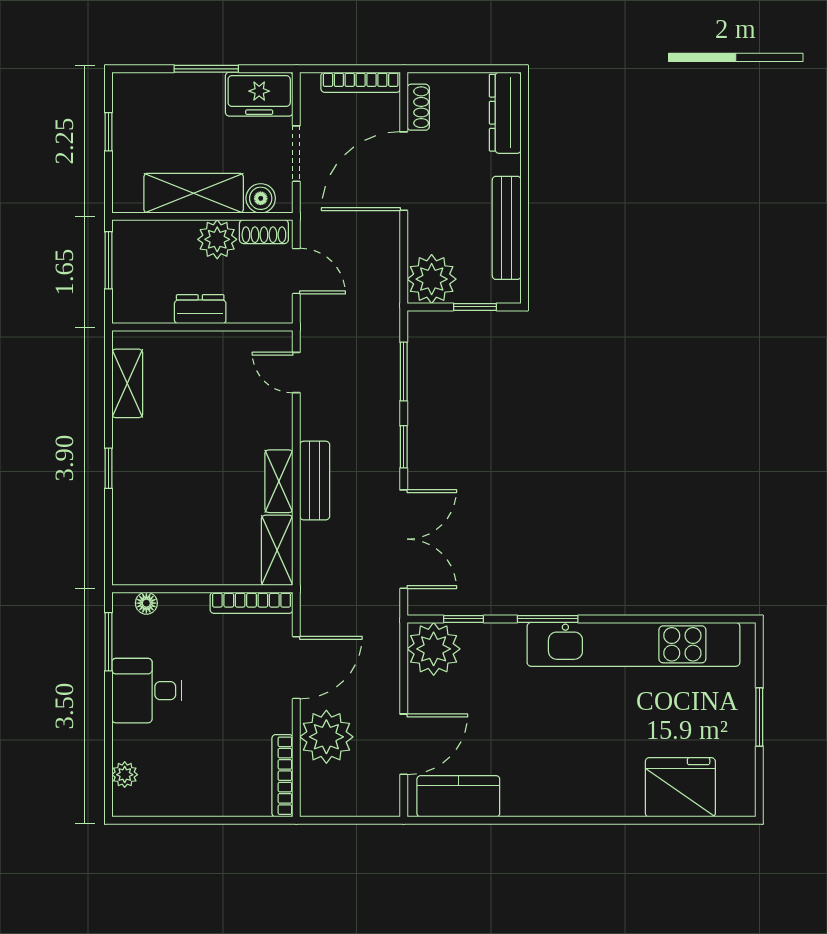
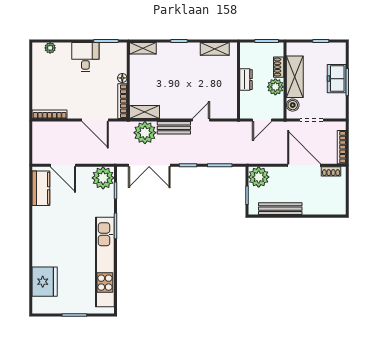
freezer: (259, 94) -> (337, 79), moved
dresser: (505, 113) -> (329, 208), removed
shoe rack: (264, 232) -> (279, 67), moved
door: (296, 373) -> (201, 120), moved
shelving: (279, 481) -> (143, 48), moved
floor lamp: (146, 603) -> (122, 78), moved
plant: (326, 737) -> (145, 133), moved

